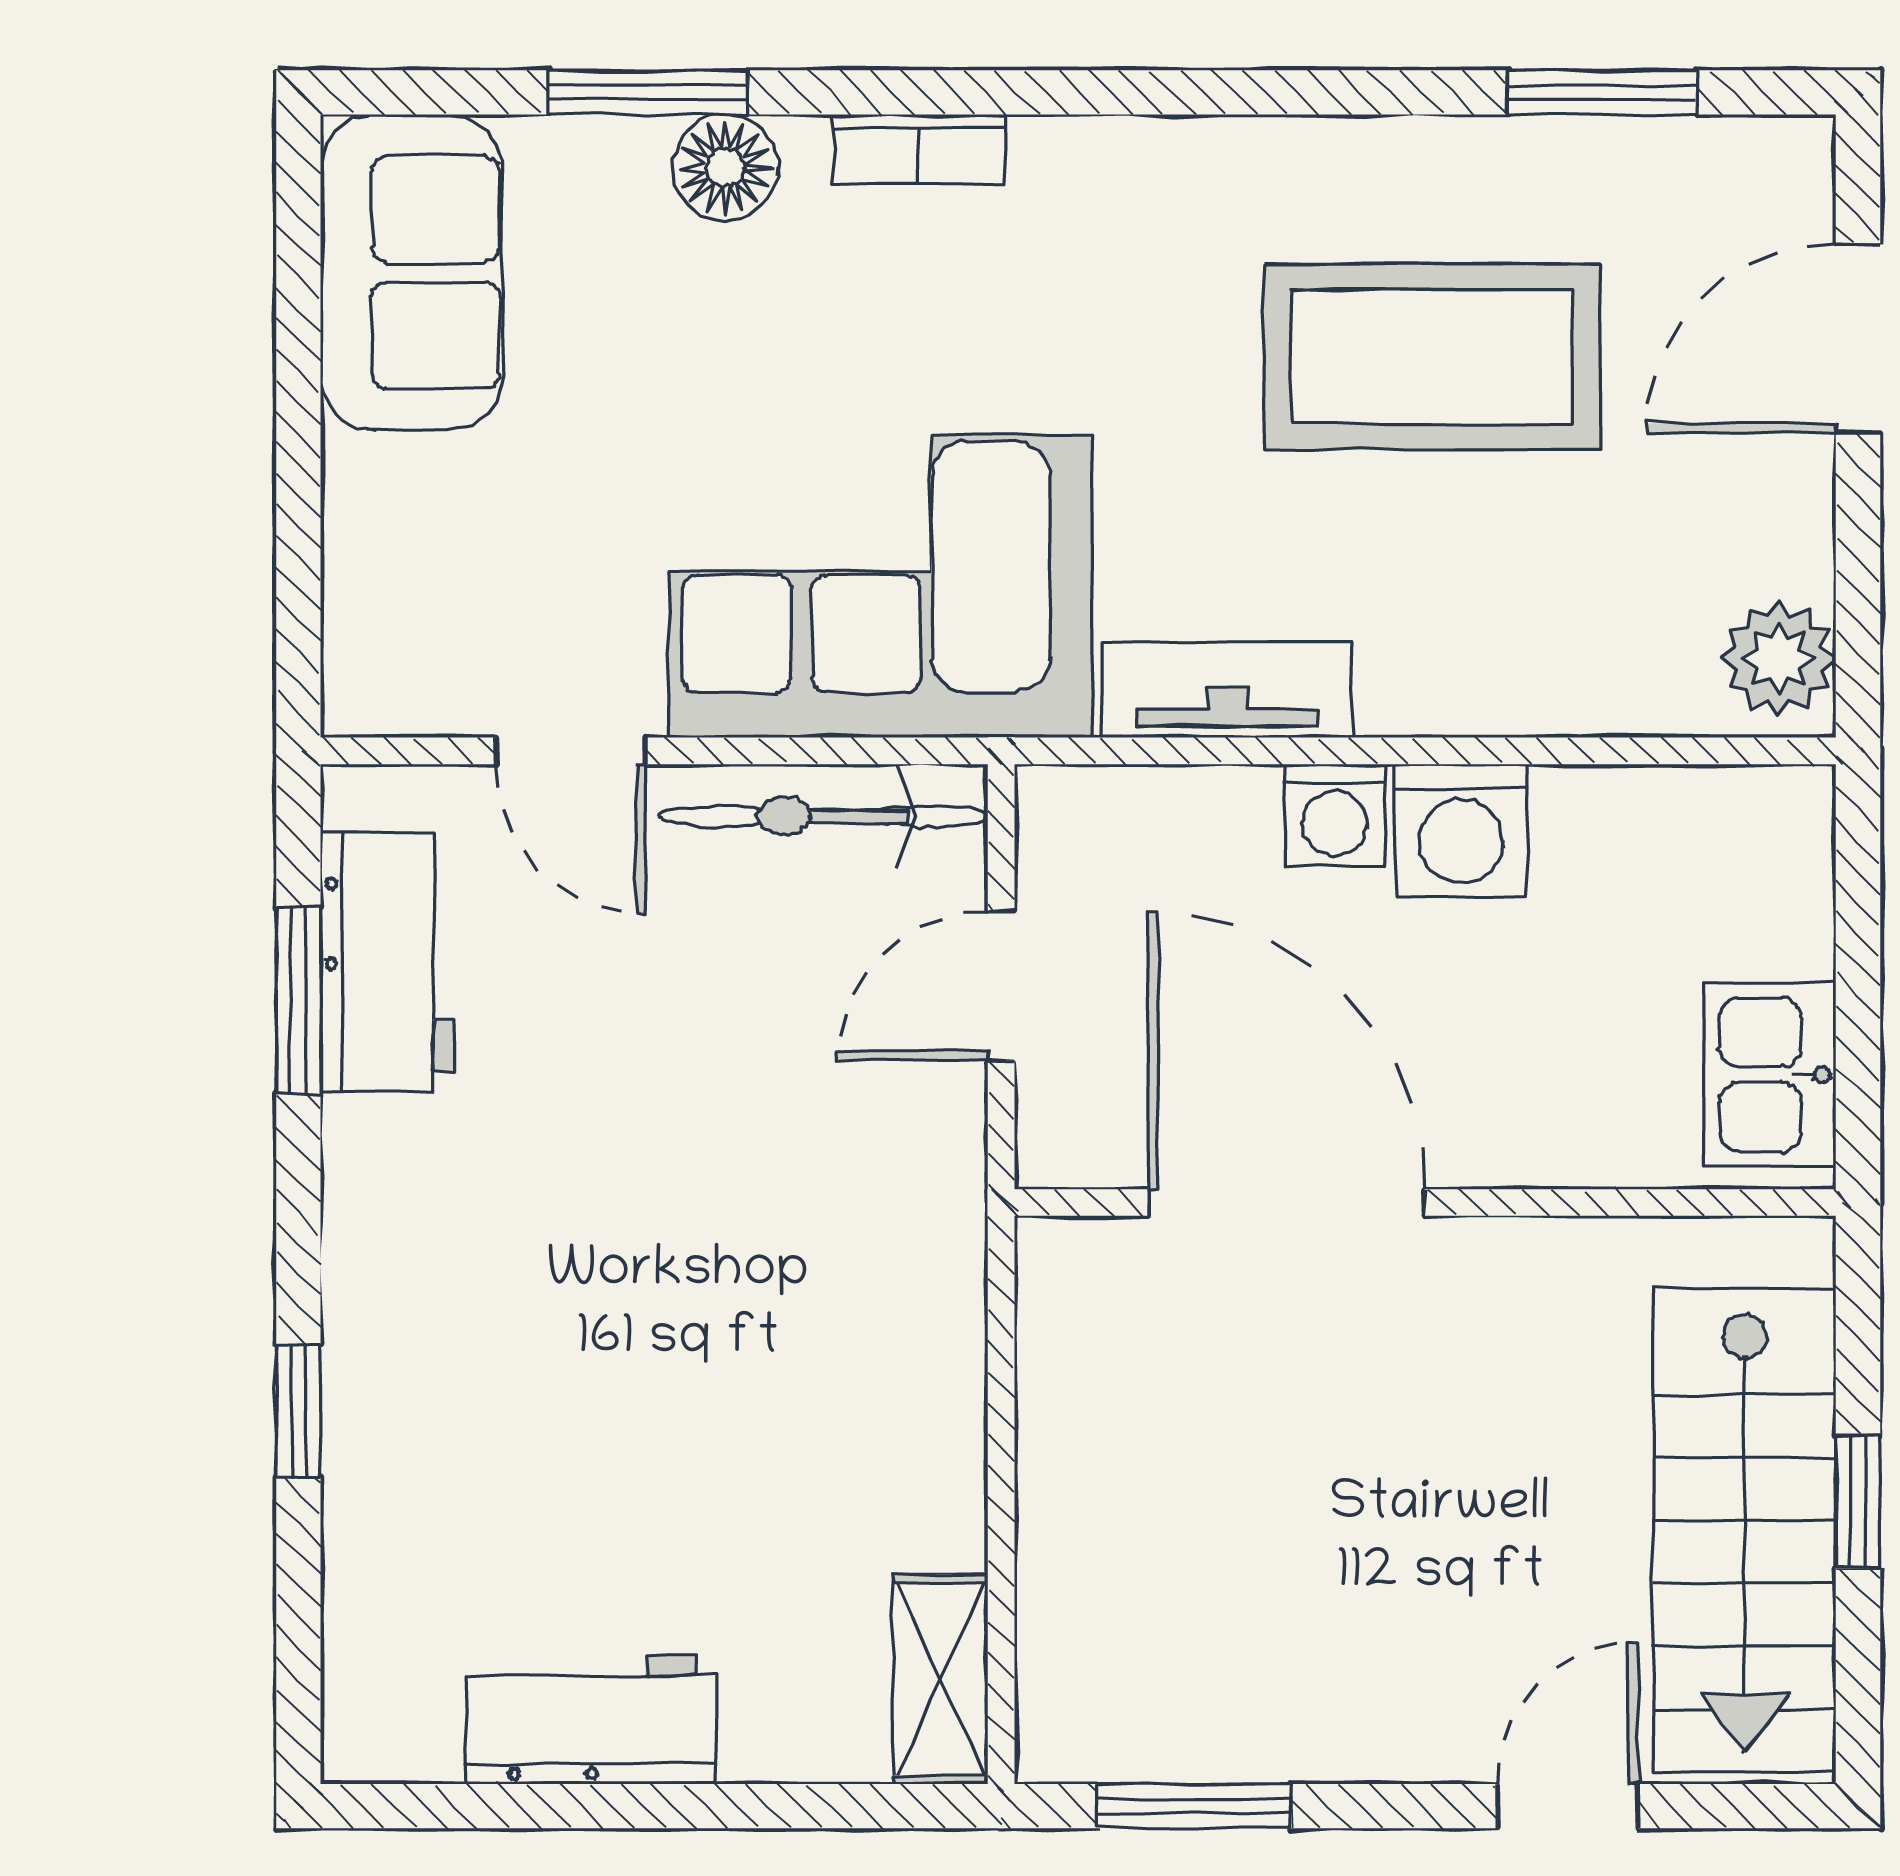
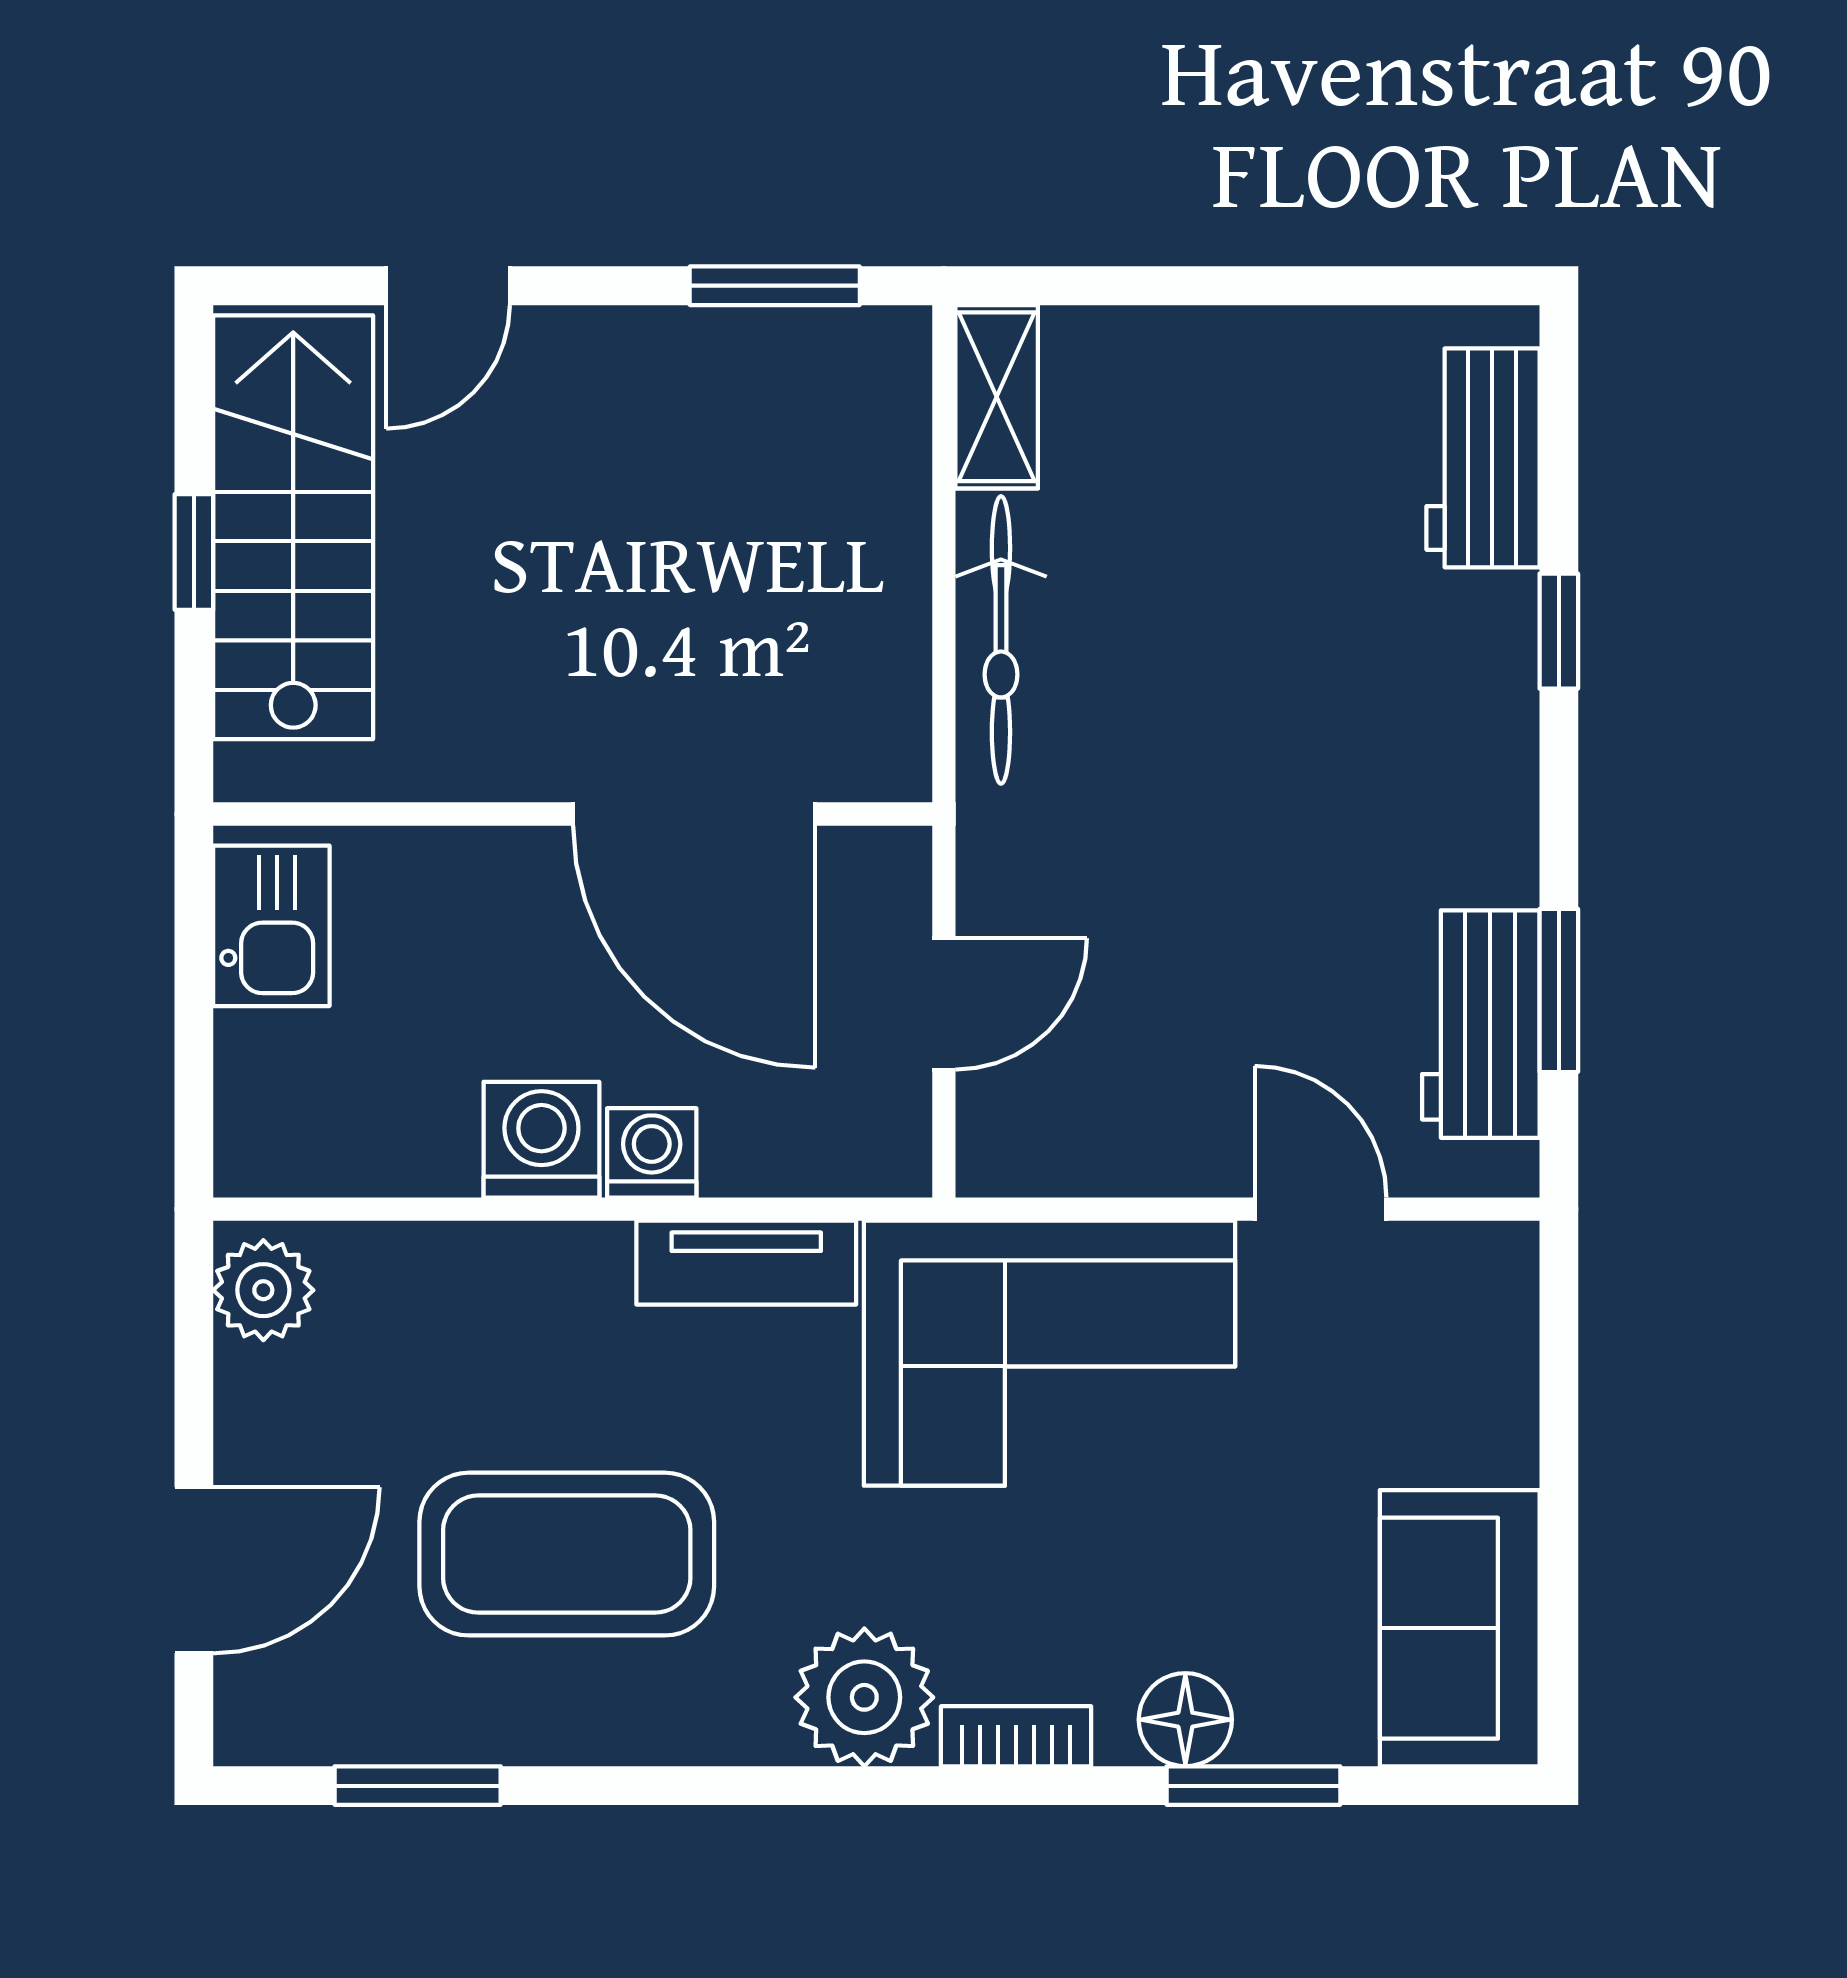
plant: (1092, 193) -> (864, 1697), added
bicycle: (824, 816) -> (1001, 640), moved, turned 90
workbench: (590, 1719) -> (1483, 458), moved, turned 90

